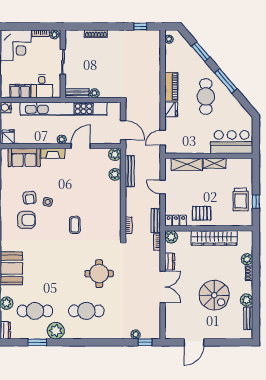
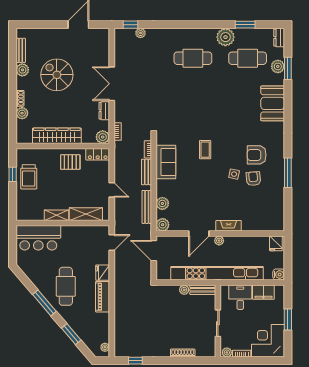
sofa: (24, 157) -> (166, 162), moved, turned 90
trolley: (241, 199) -> (29, 177), turned 180
bench: (156, 221) -> (146, 172), moved
round table: (99, 274) -> (179, 98), removed

